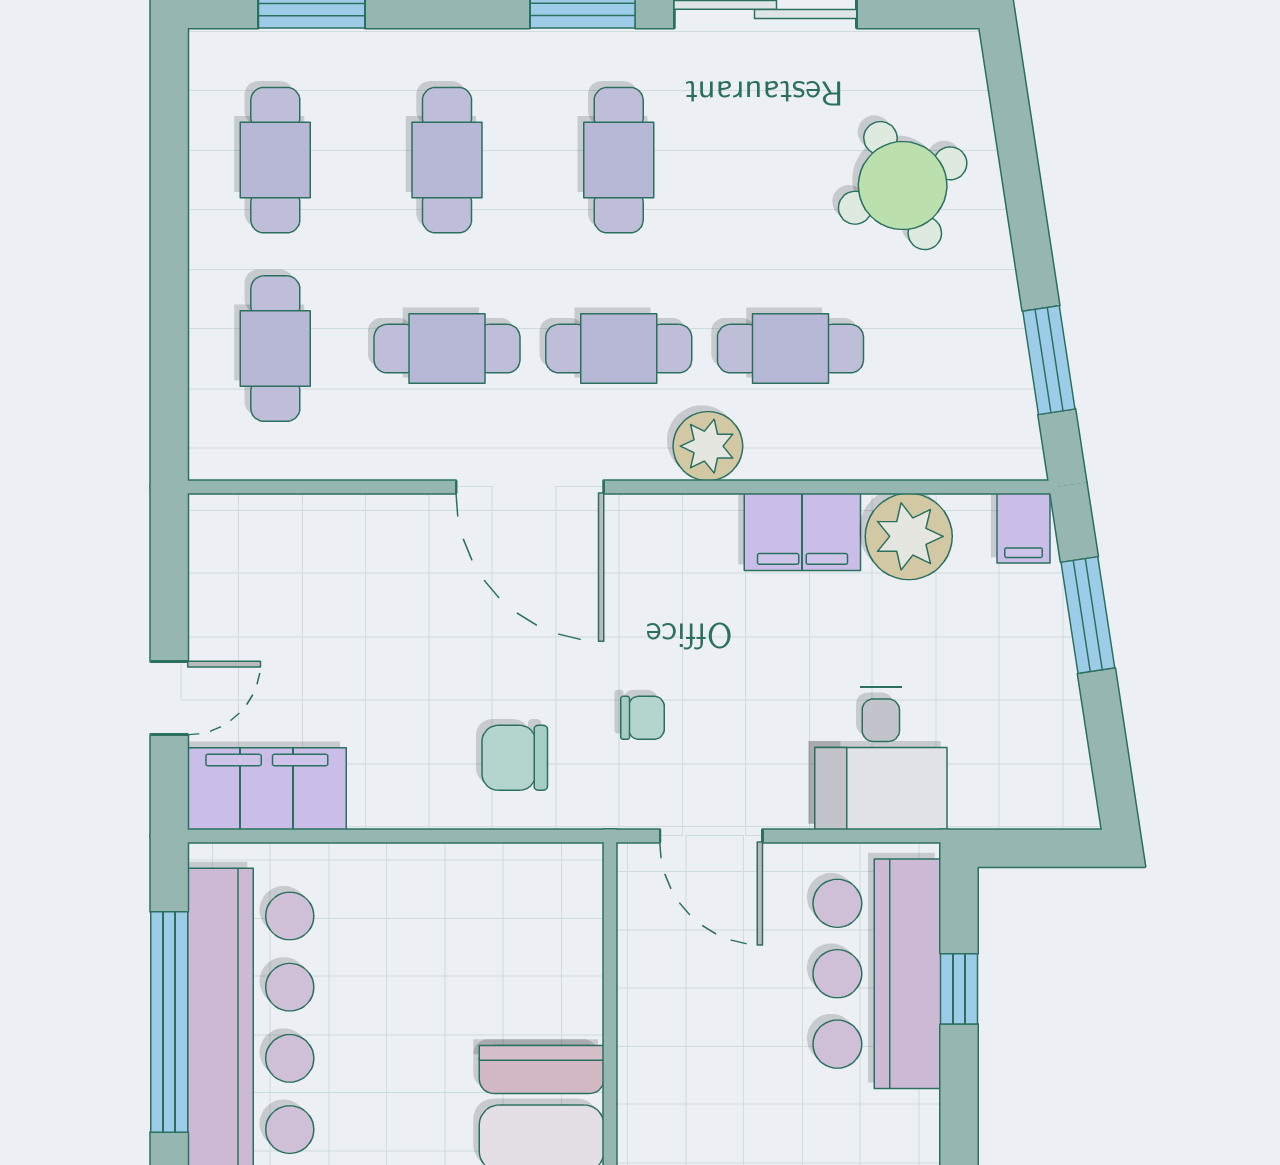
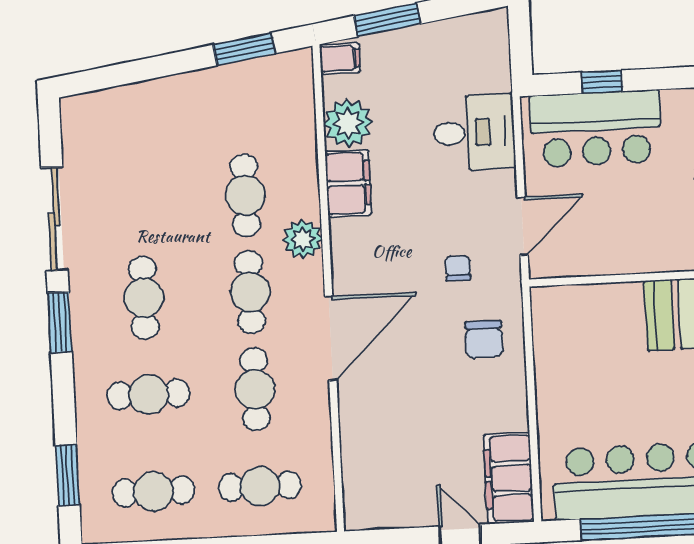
cafe table: (619, 160) -> (144, 298), turned 90
round table: (903, 186) -> (150, 137), removed

